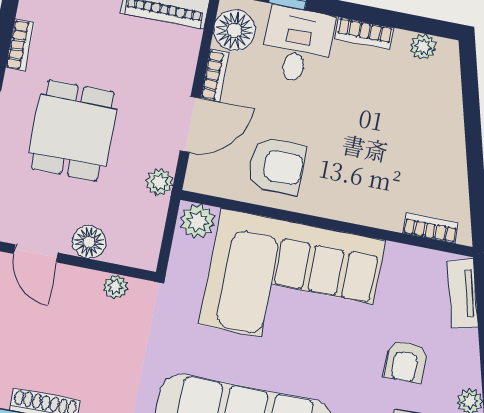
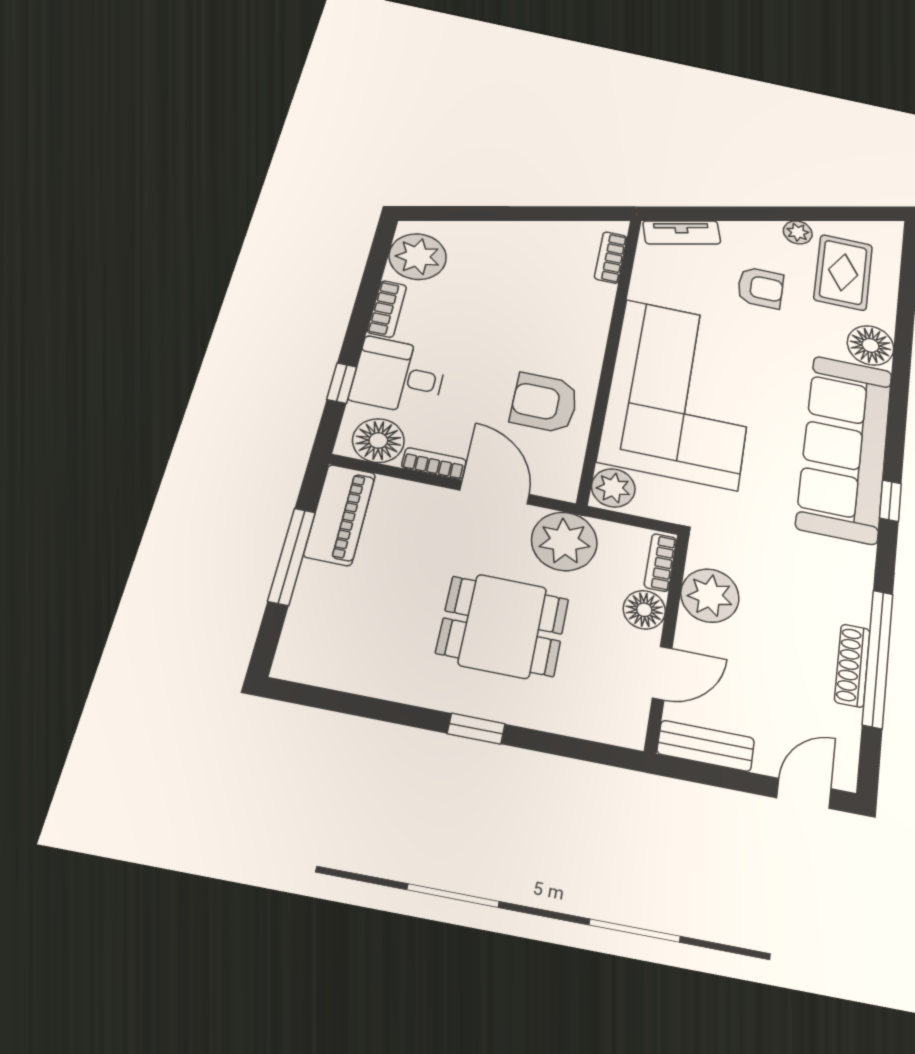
bookcase: (20, 45) -> (660, 562), moved, turned -90
plant: (423, 47) -> (418, 257), width x1.88, depth x1.88
armchair: (277, 166) -> (544, 403), turned -90
plant: (159, 182) -> (564, 541), width x1.88, depth x1.88
plant: (115, 287) -> (710, 596), width x1.88, depth x1.88

